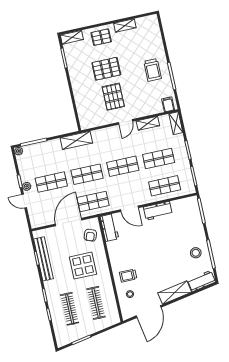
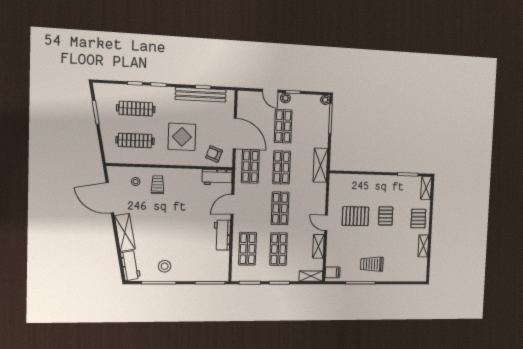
pallet: (106, 69) -> (386, 216), width x0.67, depth x0.71
door: (24, 201) -> (270, 91), swing flipped

